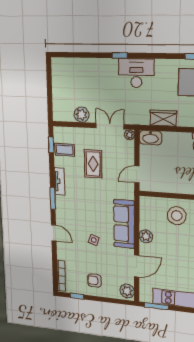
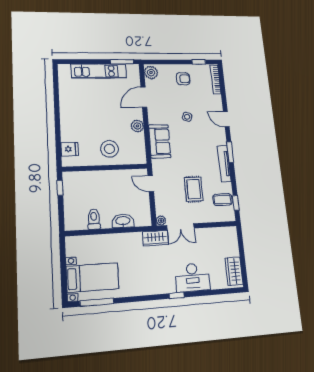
desk: (136, 73) -> (192, 277), moved
wardrobe: (59, 74) -> (234, 271), added
plant: (81, 115) -> (209, 235), removed
wardrobe: (163, 118) -> (155, 238), moved
washbasin: (151, 138) -> (123, 221), moved
door: (137, 174) -> (151, 184), swing flipped
tv unit: (59, 181) -> (224, 164), width x1.41
sofa: (124, 224) -> (160, 141), width x0.73

